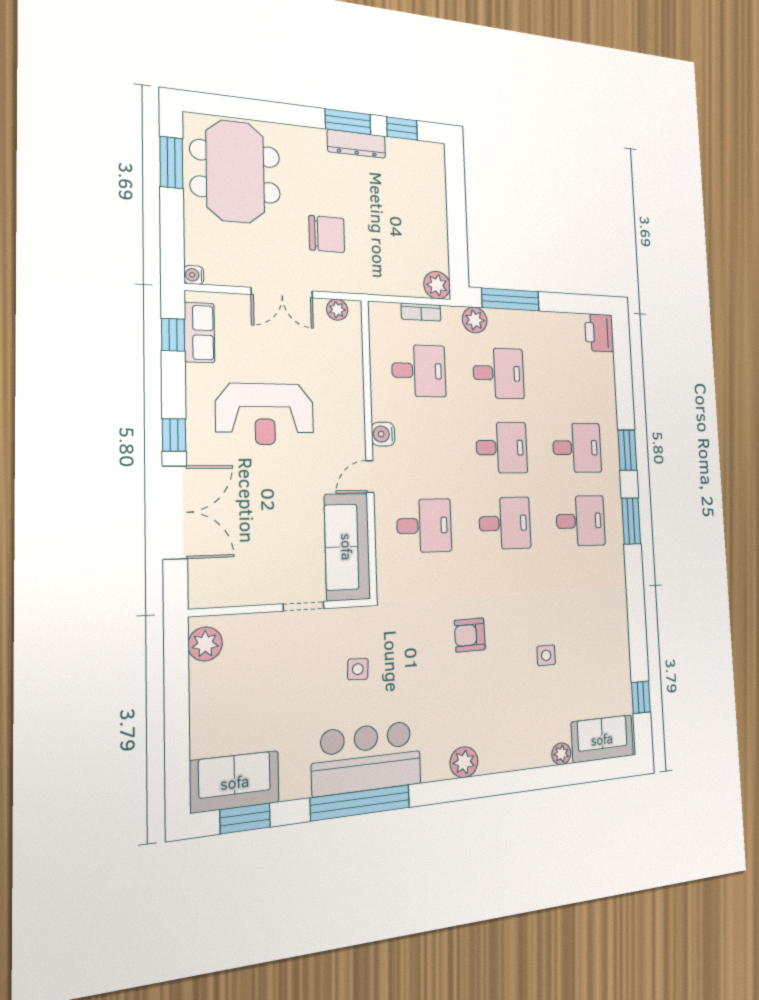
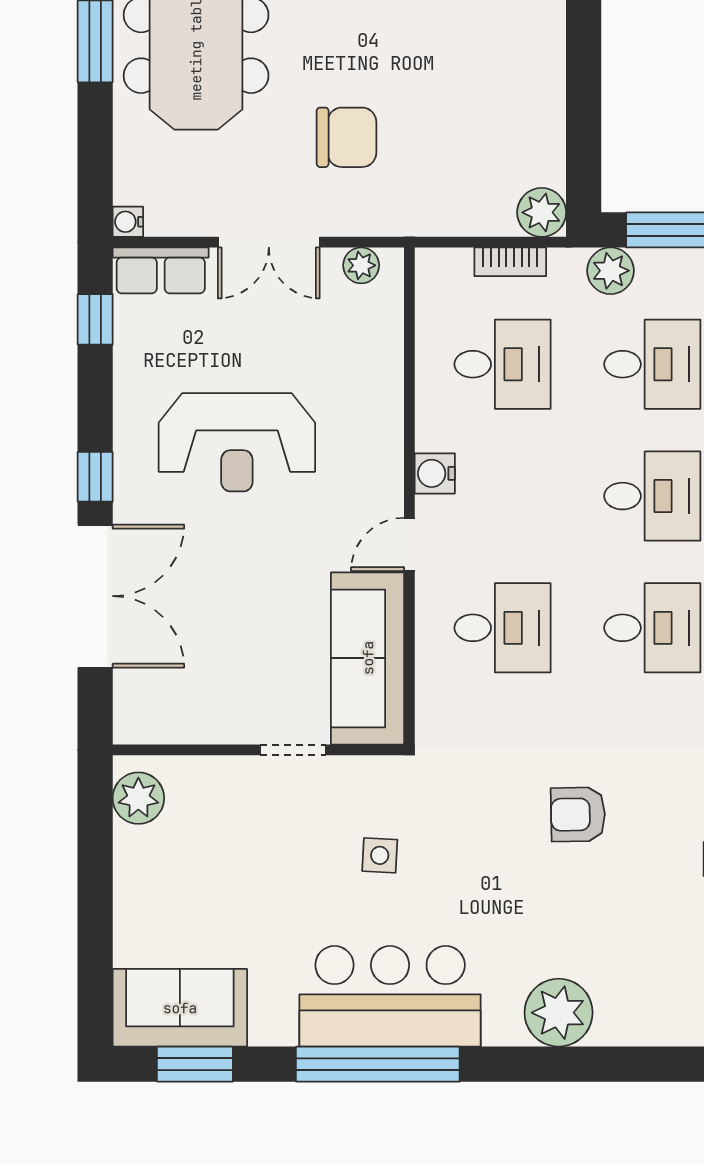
row of seats: (199, 333) -> (161, 270), moved, turned 90
plant: (464, 762) -> (559, 1013), width x1.36, depth x1.36

